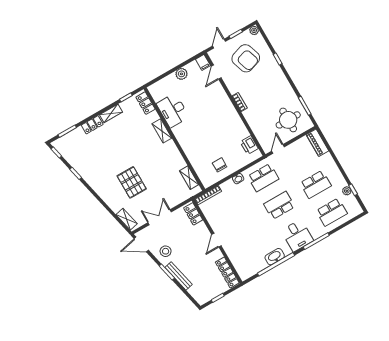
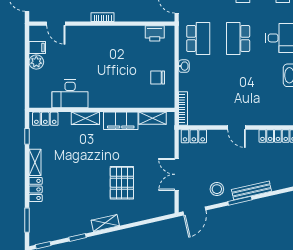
filing cabinet: (203, 62) -> (37, 48), moved
filing cabinet: (174, 157) -> (121, 121), added
pallet: (132, 182) -> (122, 183), turned 90
shelving: (127, 219) -> (105, 223), moved

